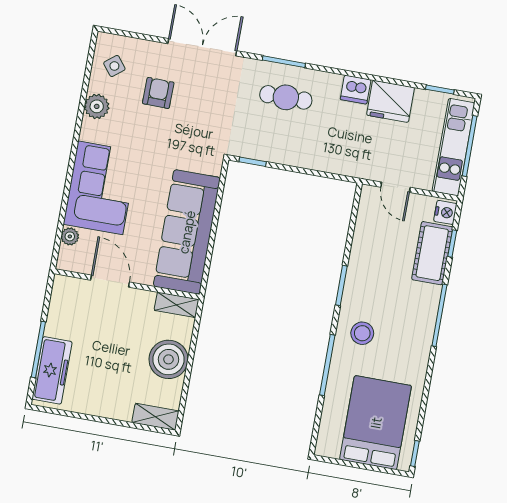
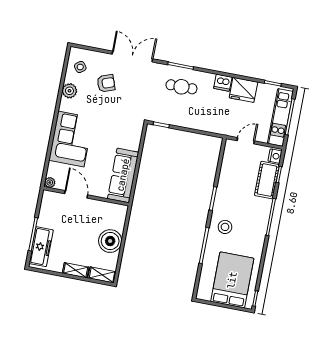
armchair: (158, 93) -> (106, 83), turned 69
door: (396, 187) -> (246, 141), swing flipped
sofa: (187, 232) -> (123, 175), width x0.74, depth x0.79
plant: (70, 236) -> (50, 183), moved
shelving: (176, 305) -> (76, 270), moved

